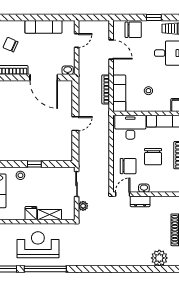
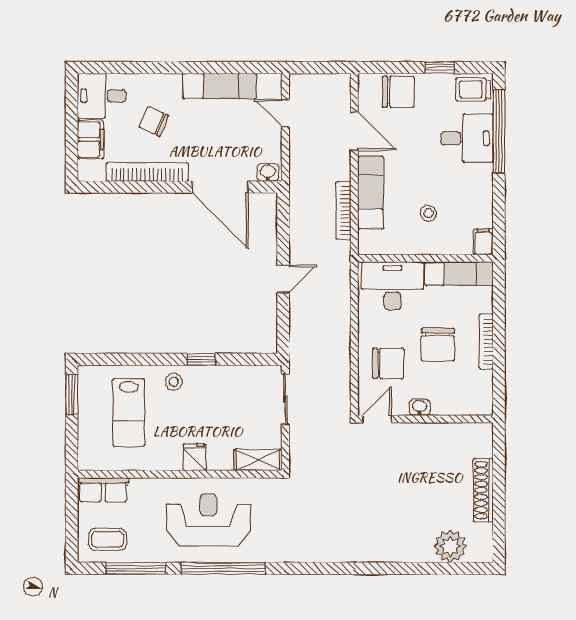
door: (77, 40) -> (285, 113), swing flipped
exam couch: (119, 93) -> (370, 193), moved
dresser: (140, 201) -> (412, 433), removed
plant: (83, 206) -> (298, 443), removed
shelving: (49, 215) -> (258, 460), moved

